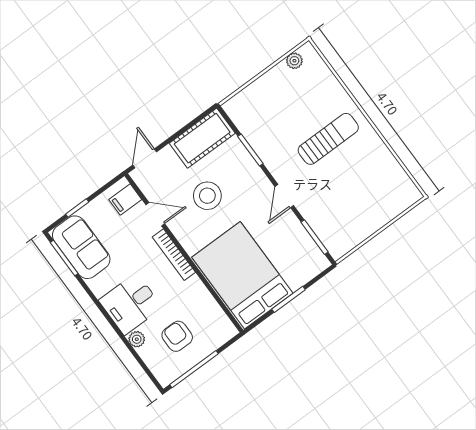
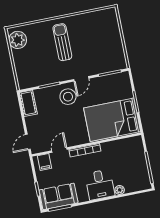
plant: (294, 61) -> (18, 40), width x1.88, depth x1.88
cot: (202, 138) -> (28, 103), width x0.73, depth x0.75
door: (145, 158) -> (28, 142), hinge flipped
stool: (207, 196) -> (68, 97), moved
door: (284, 196) -> (81, 79), hinge flipped
armchair: (177, 336) -> (128, 168), removed

